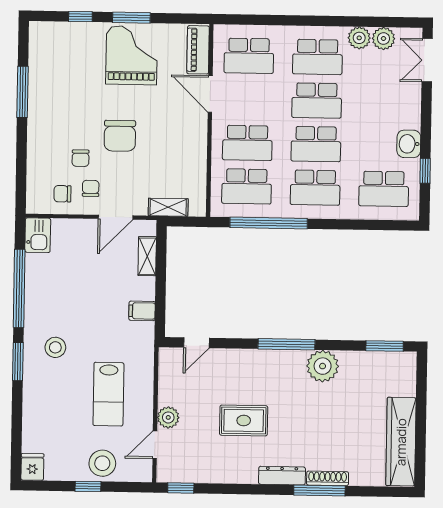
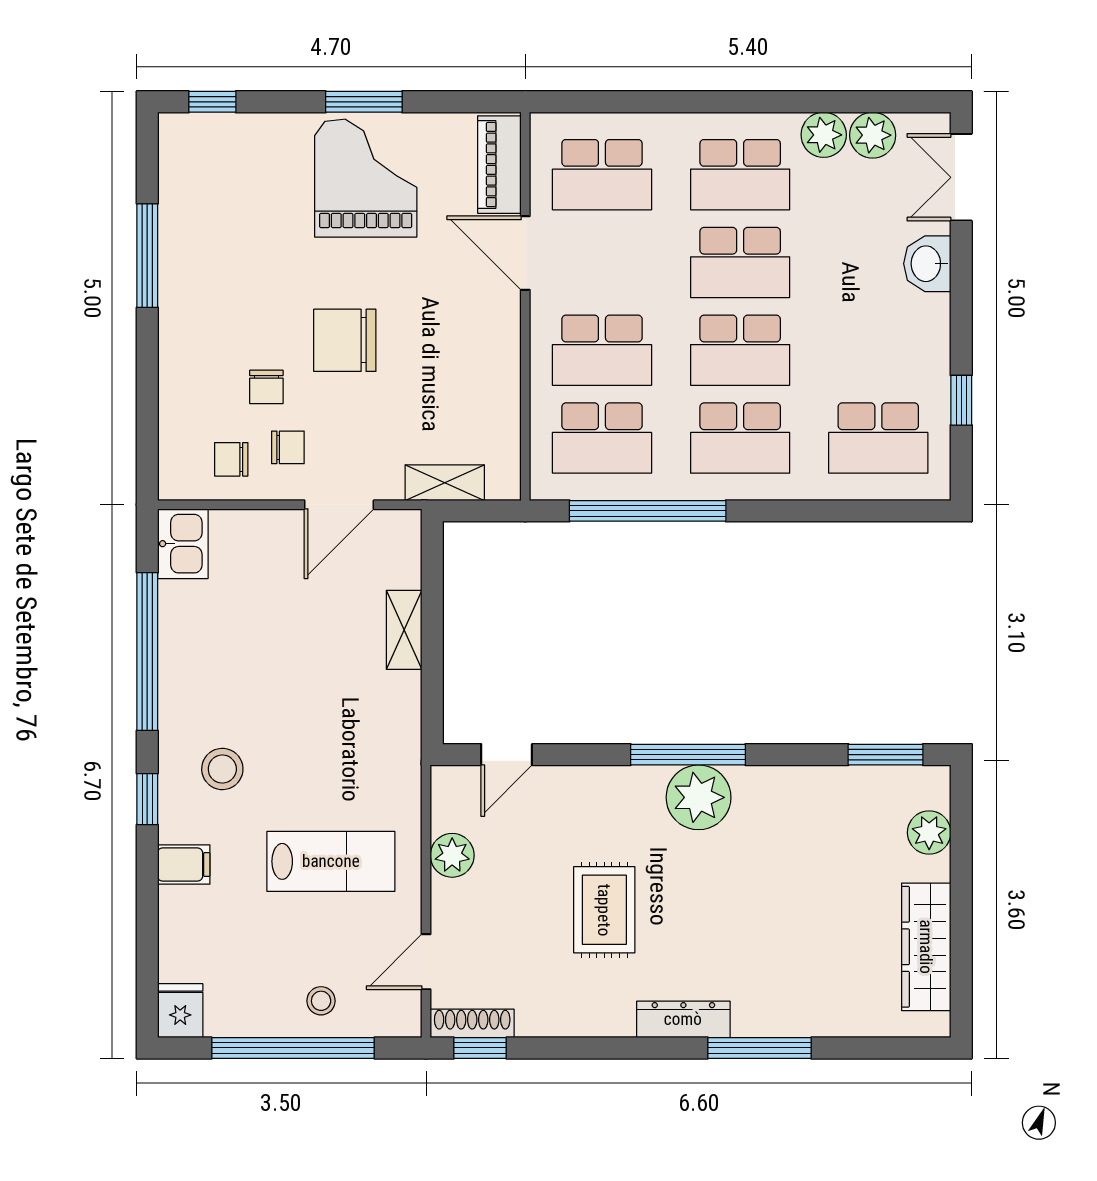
window: (80, 17) -> (212, 102), moved
chair: (120, 136) -> (345, 340), turned 90
washbasin: (409, 144) -> (927, 264), moved
chair: (91, 188) -> (288, 447), turned 90
shelving: (147, 256) -> (404, 630), moved
filing cabinet: (142, 311) -> (184, 864), moved, turned 180
window: (18, 362) -> (147, 799), width x0.67
plant: (323, 366) -> (699, 797), moved
plant: (405, 385) -> (929, 833), added
lab bench: (108, 394) -> (331, 861), turned -90
plant: (168, 417) -> (452, 855), moved
rug: (244, 420) -> (604, 910), turned 90
wardrobe: (401, 442) -> (926, 947), width x0.71, depth x0.85
stool: (102, 463) -> (321, 1001), width x0.53, depth x0.53
shoe rack: (328, 478) -> (472, 1023), moved
window: (88, 486) -> (293, 1048), width x3.17

